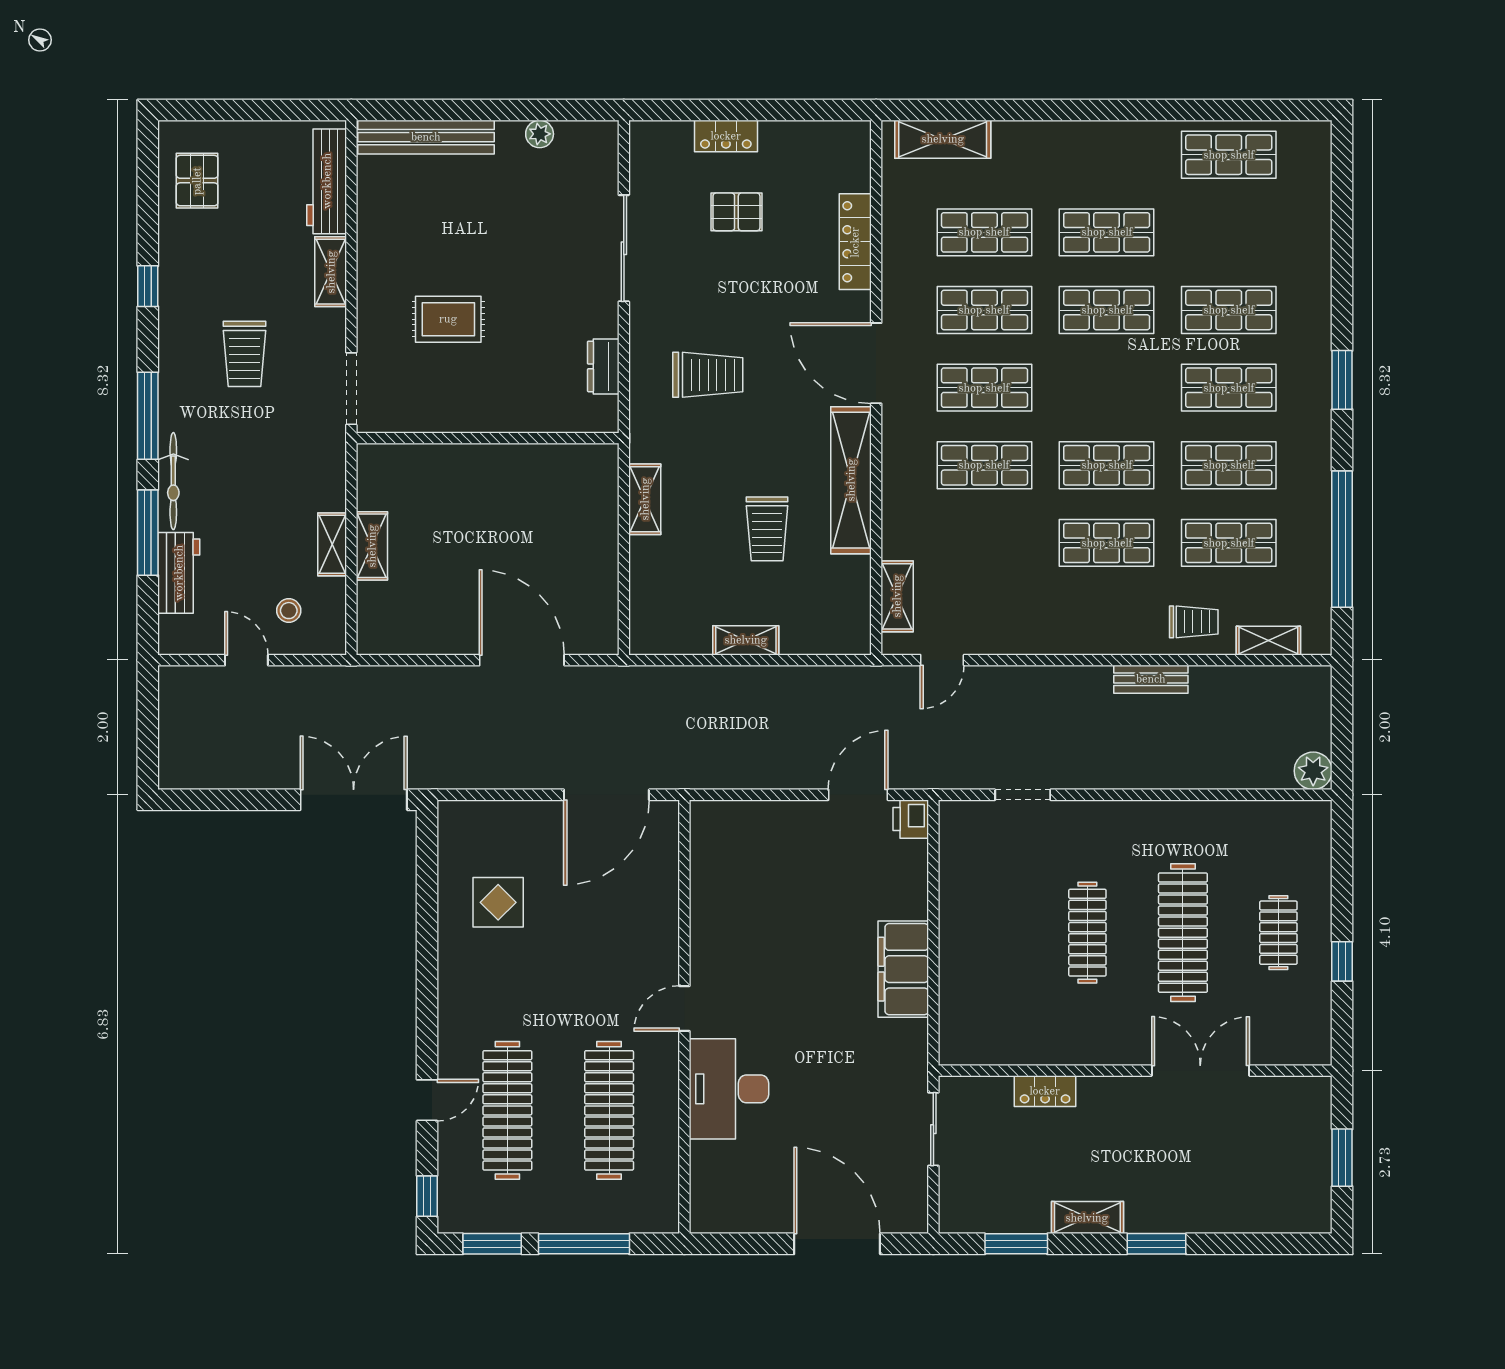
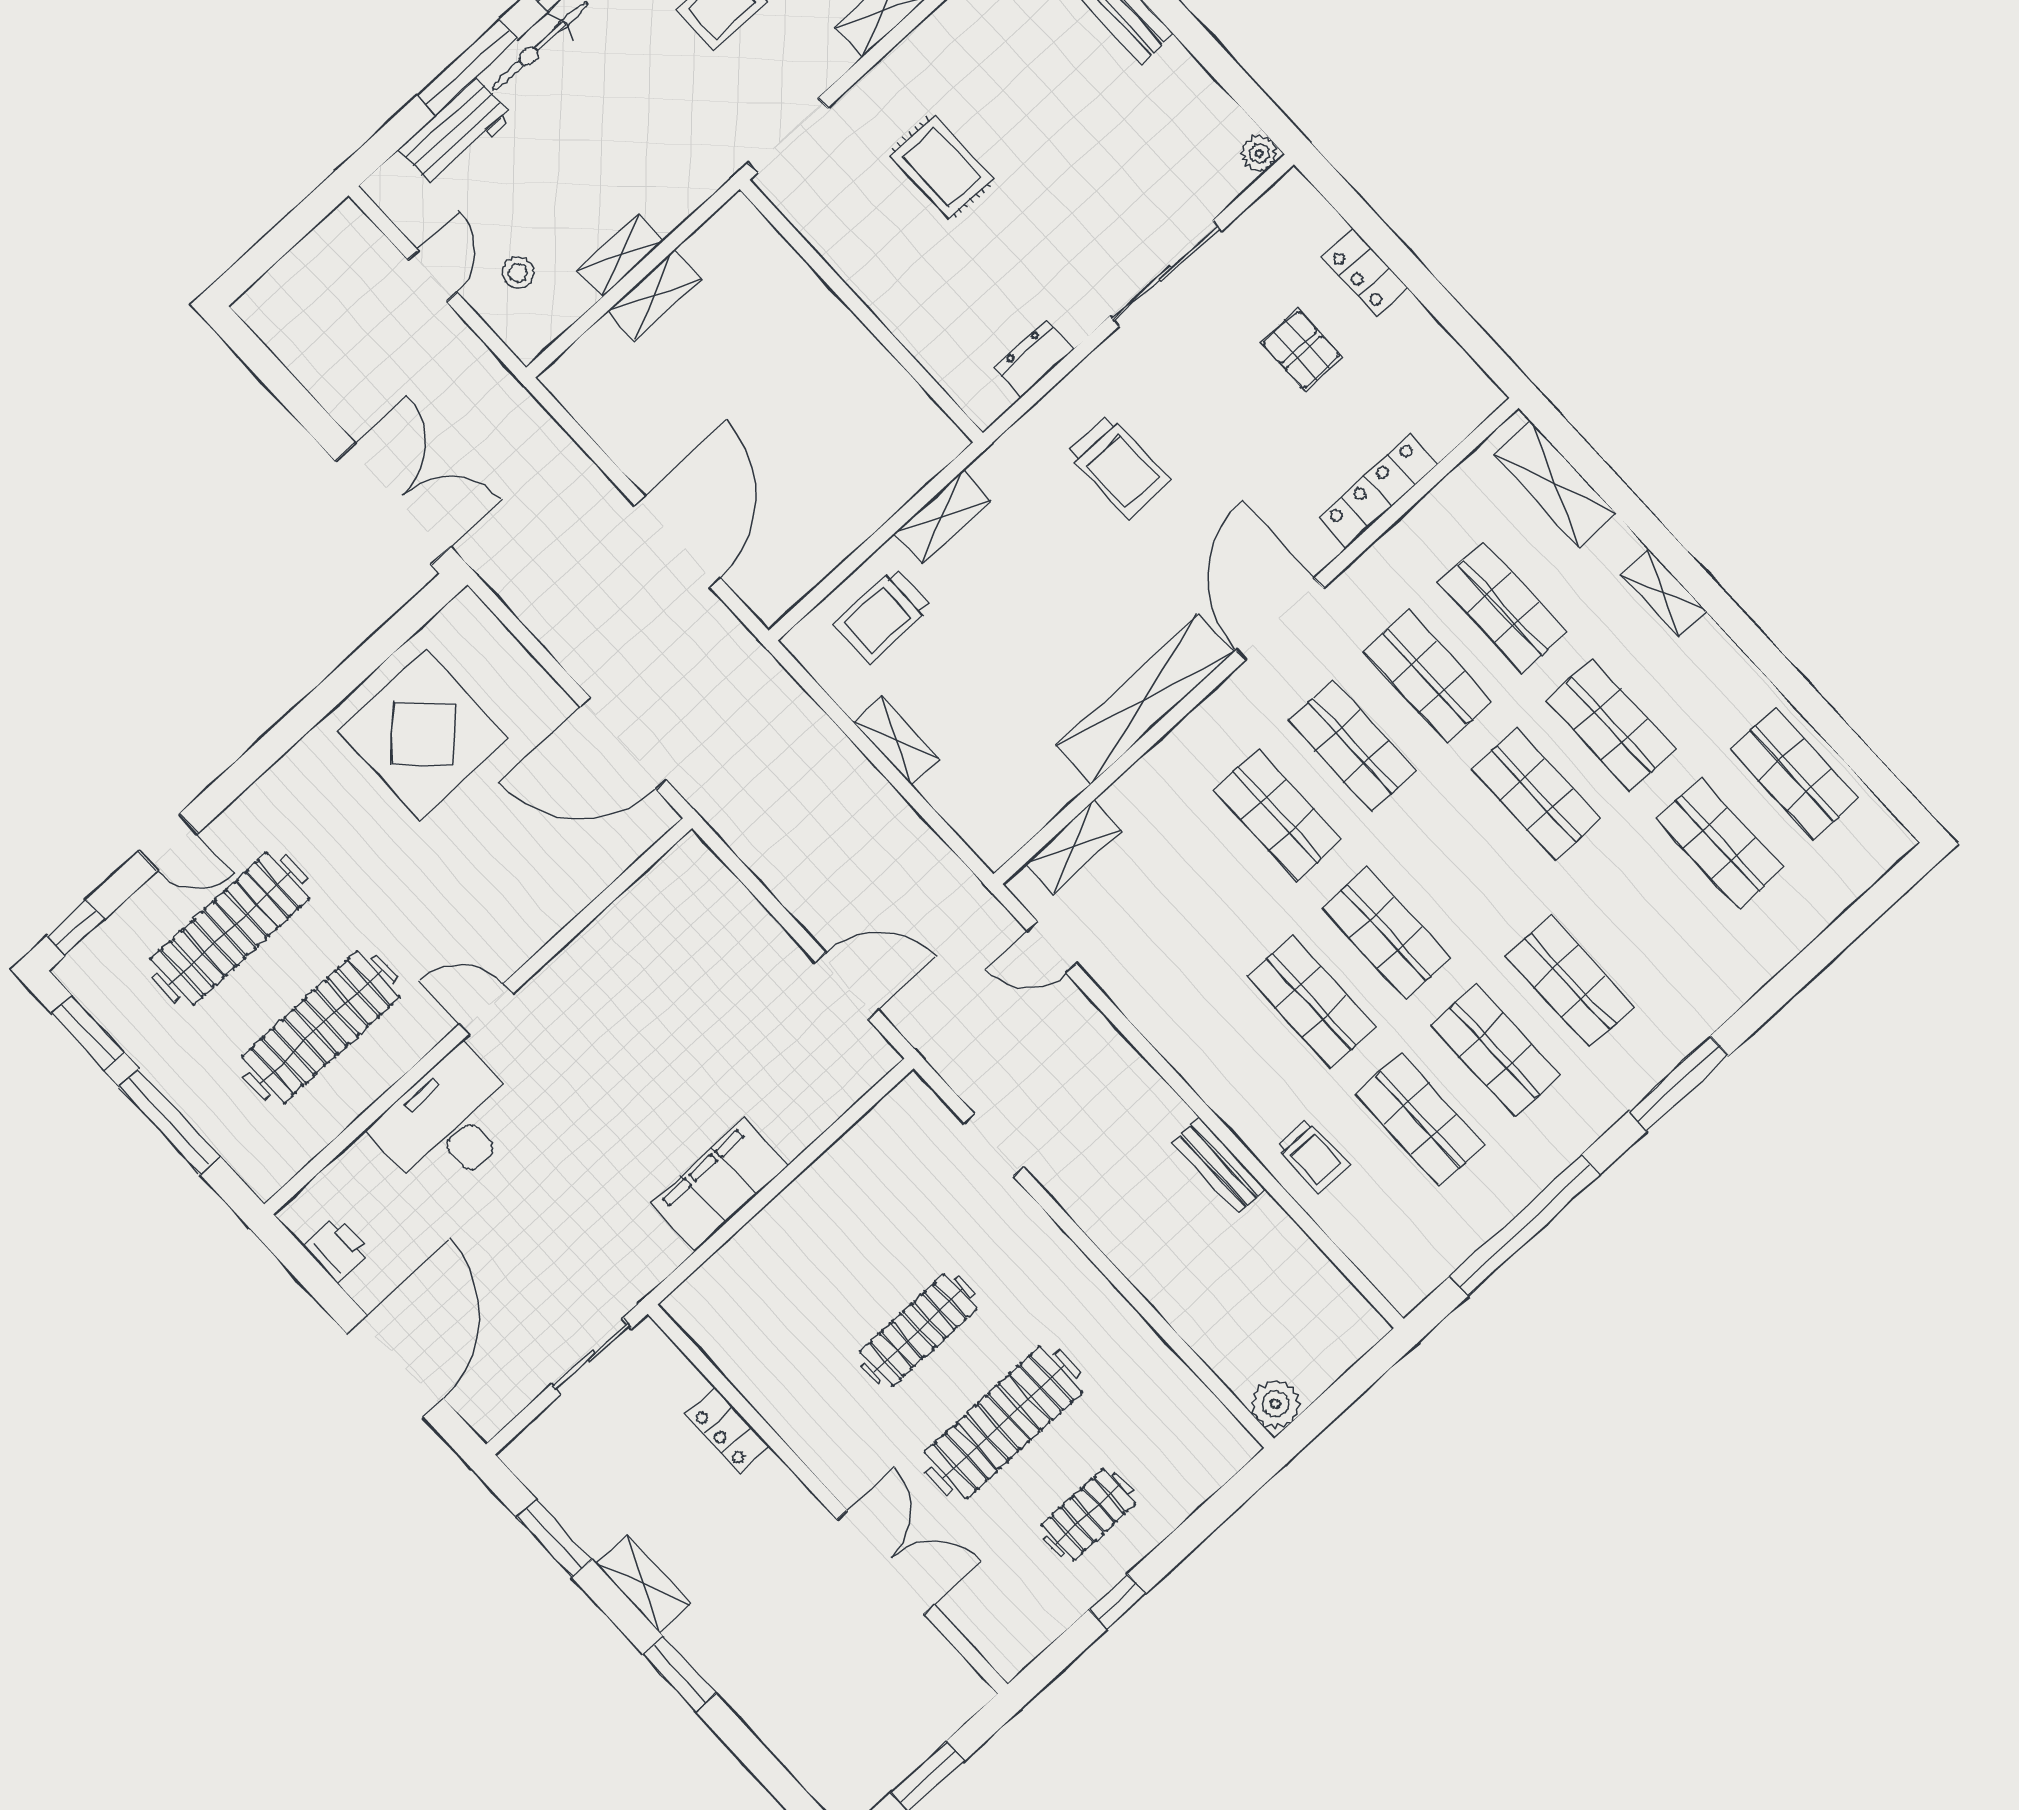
plant: (540, 134) -> (1259, 153), moved
shop shelf: (1229, 310) -> (1720, 843), moved
window: (1342, 380) -> (1678, 1084), width x1.44
trolley: (767, 529) -> (882, 616), moved
shelving: (1268, 641) -> (1664, 593), moved
printer: (911, 819) -> (337, 1249), moved, turned 90
display table: (498, 902) -> (423, 735), width x1.86, depth x1.86

